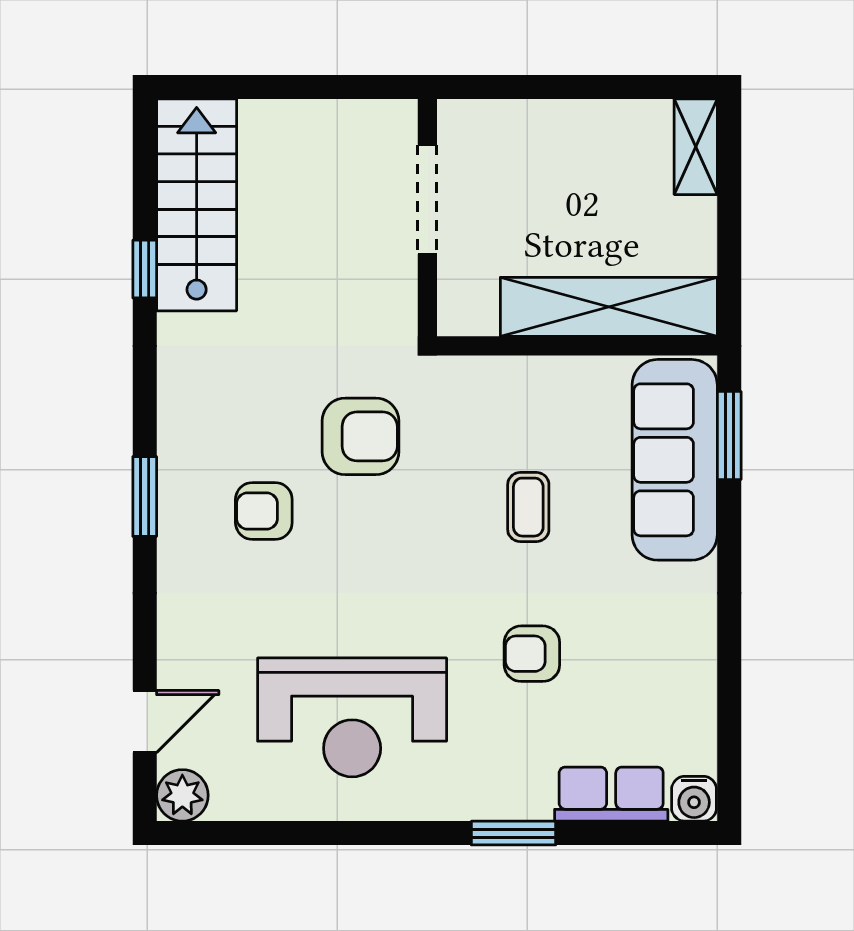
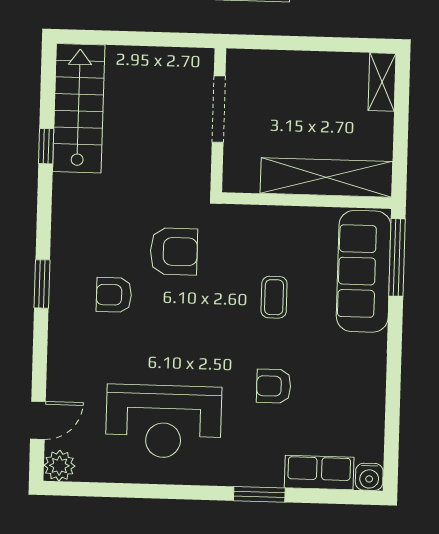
window: (729, 435) -> (397, 257), width x1.44

